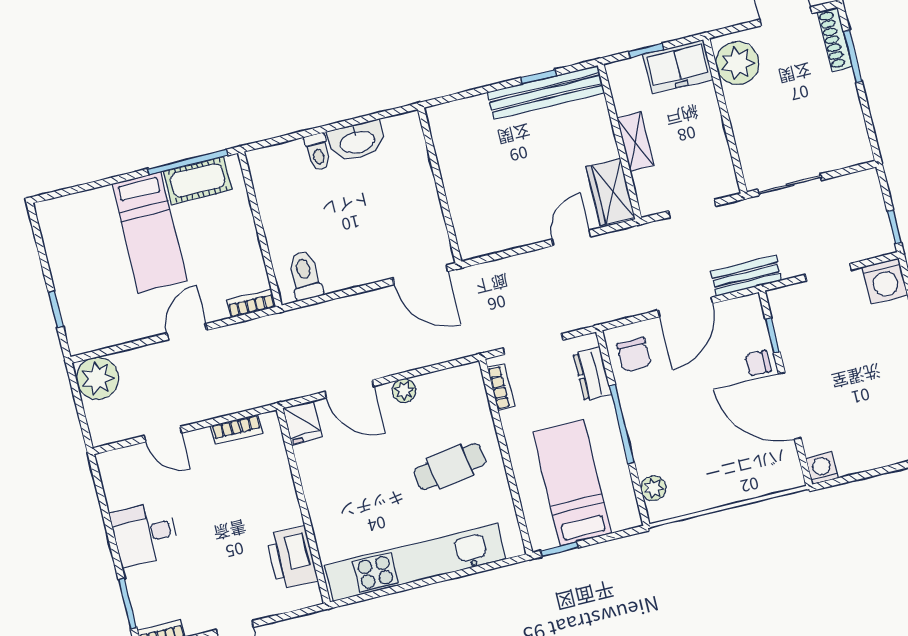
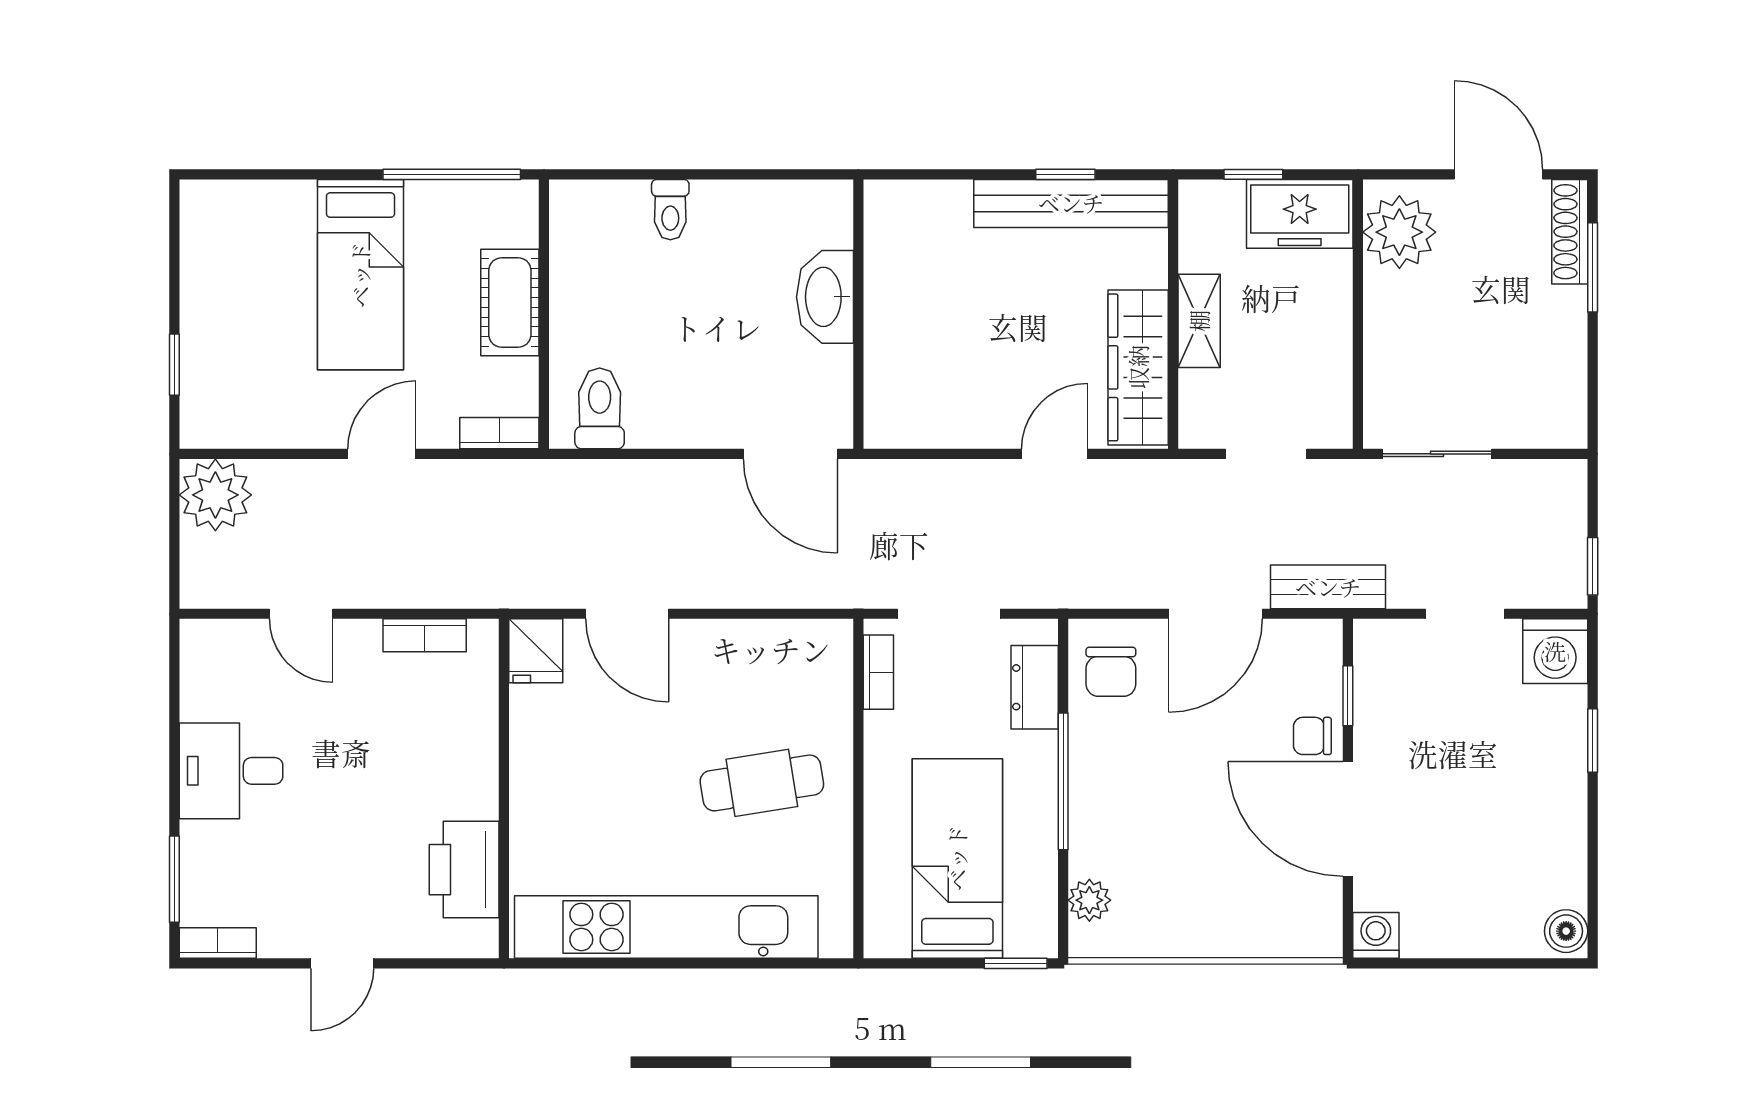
washbasin: (357, 141) -> (825, 297), moved, turned 90
cot: (198, 180) -> (510, 302), moved, turned 90
wardrobe: (611, 192) -> (1138, 367), width x1.50
plant: (404, 391) -> (717, 639), removed
window: (559, 549) -> (1016, 963), moved

